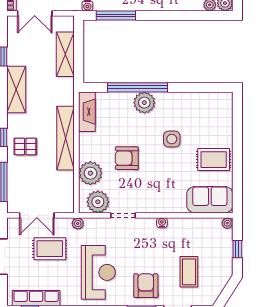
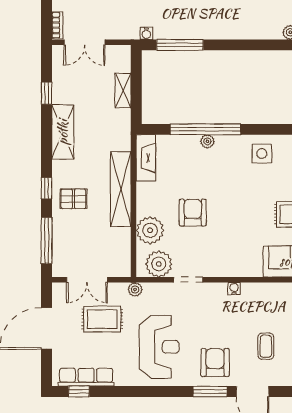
shelving: (65, 54) -> (123, 91), width x0.67, depth x0.75
plant: (144, 103) -> (207, 141), width x0.53, depth x0.53
side table: (172, 139) -> (262, 153), moved
armchair: (127, 158) -> (193, 213), turned 90
coffee table: (189, 272) -> (266, 346), width x0.73, depth x0.77

